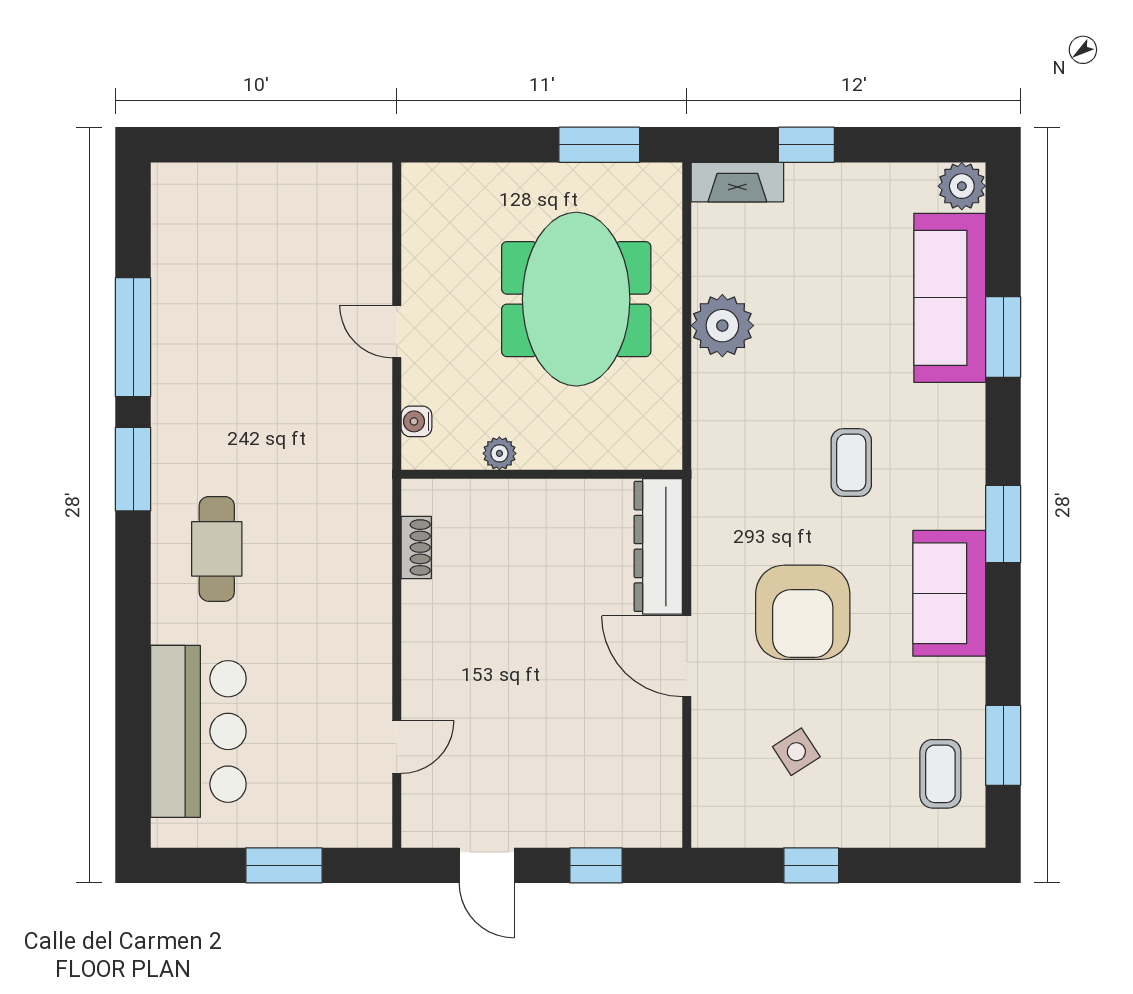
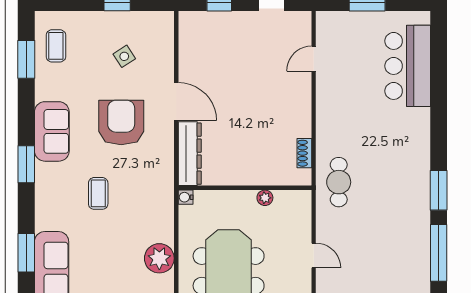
water cooler: (416, 421) -> (186, 197), moved, turned 180
cafe table: (217, 549) -> (339, 182), moved

